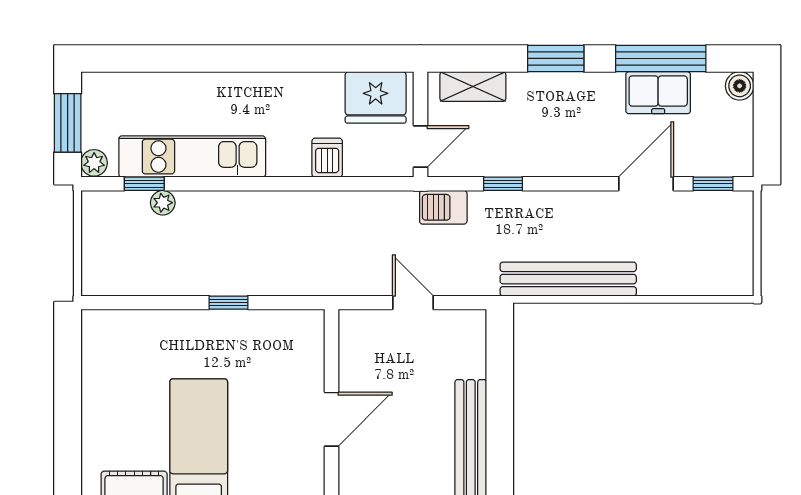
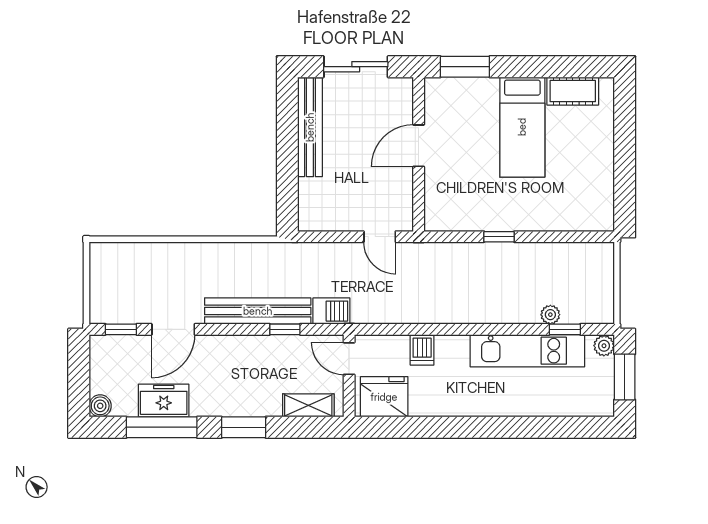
door: (421, 146) -> (349, 359), hinge flipped
bench: (568, 279) -> (258, 311), moved
door: (413, 303) -> (380, 237), moved

